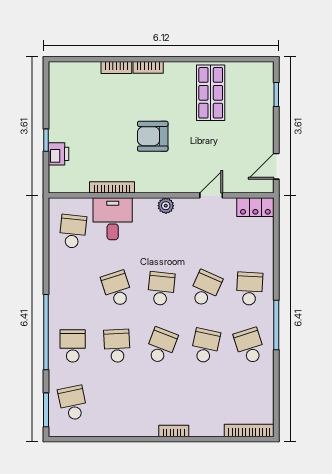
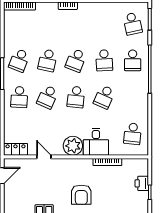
armchair: (153, 136) -> (81, 195), turned 90
door: (211, 195) -> (44, 157), swing flipped
plant: (166, 206) -> (73, 146), width x1.88, depth x1.88
desk: (113, 219) -> (96, 142), moved
school desk: (117, 289) -> (104, 97), turned 42
school desk: (250, 346) -> (19, 60), turned 39

